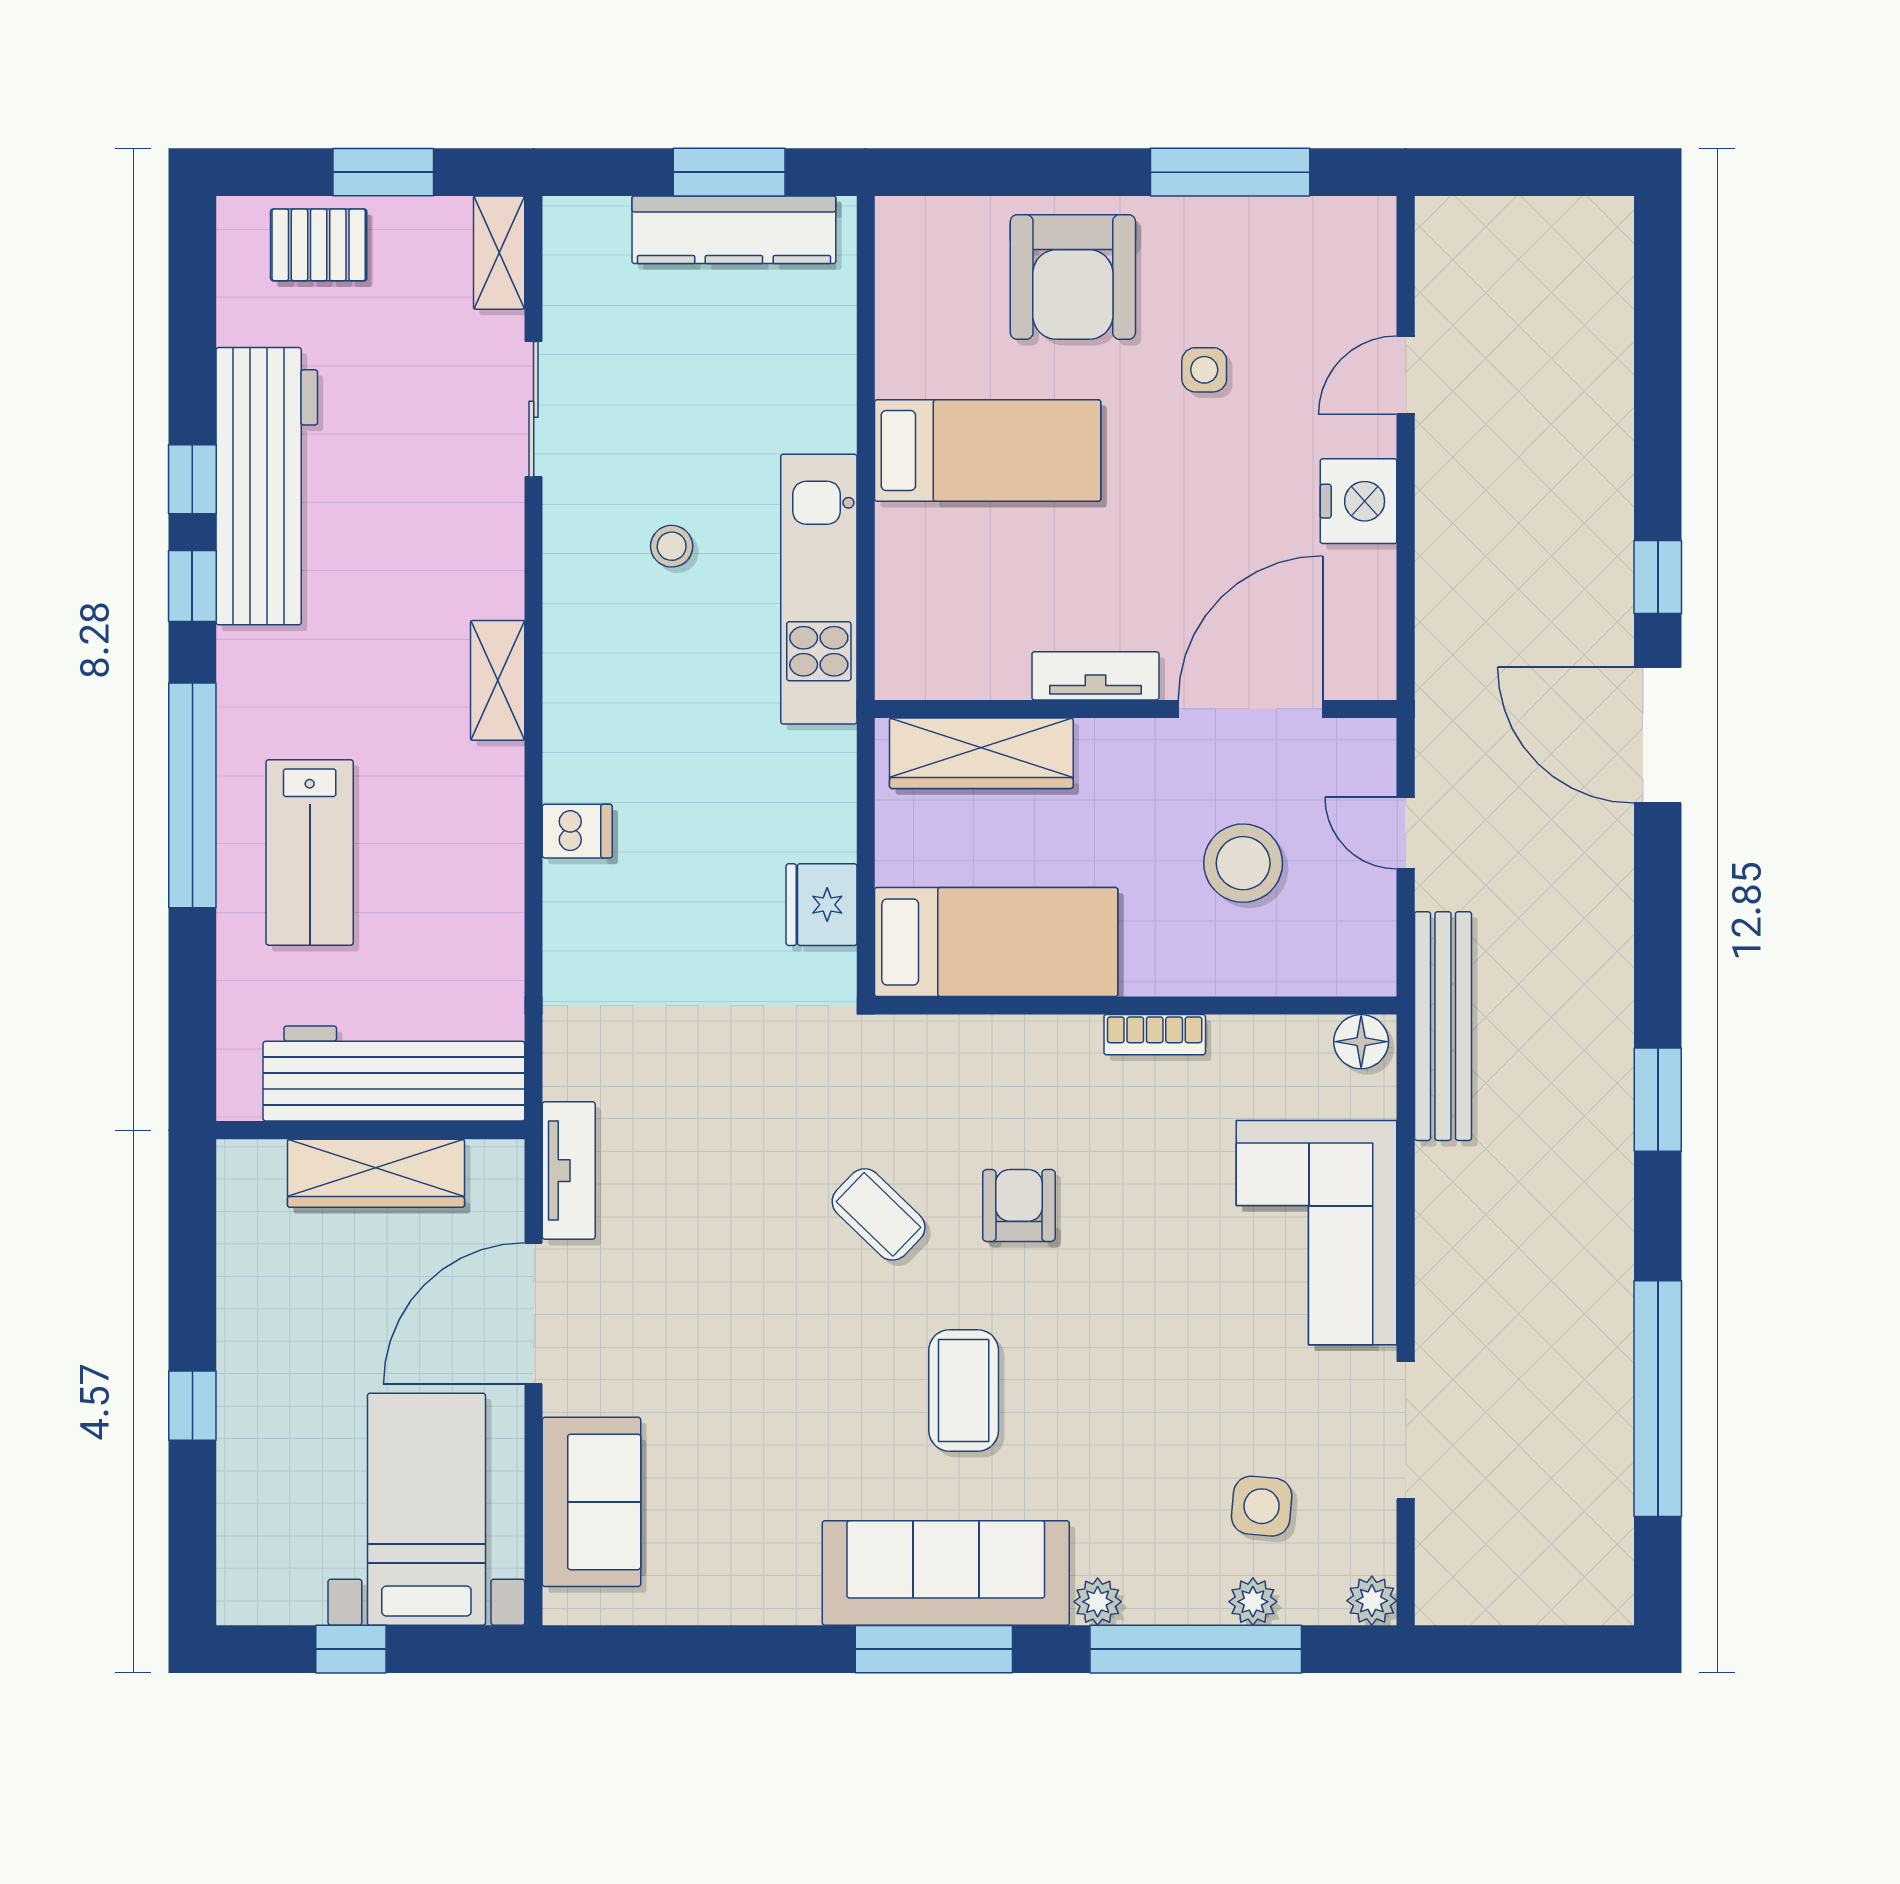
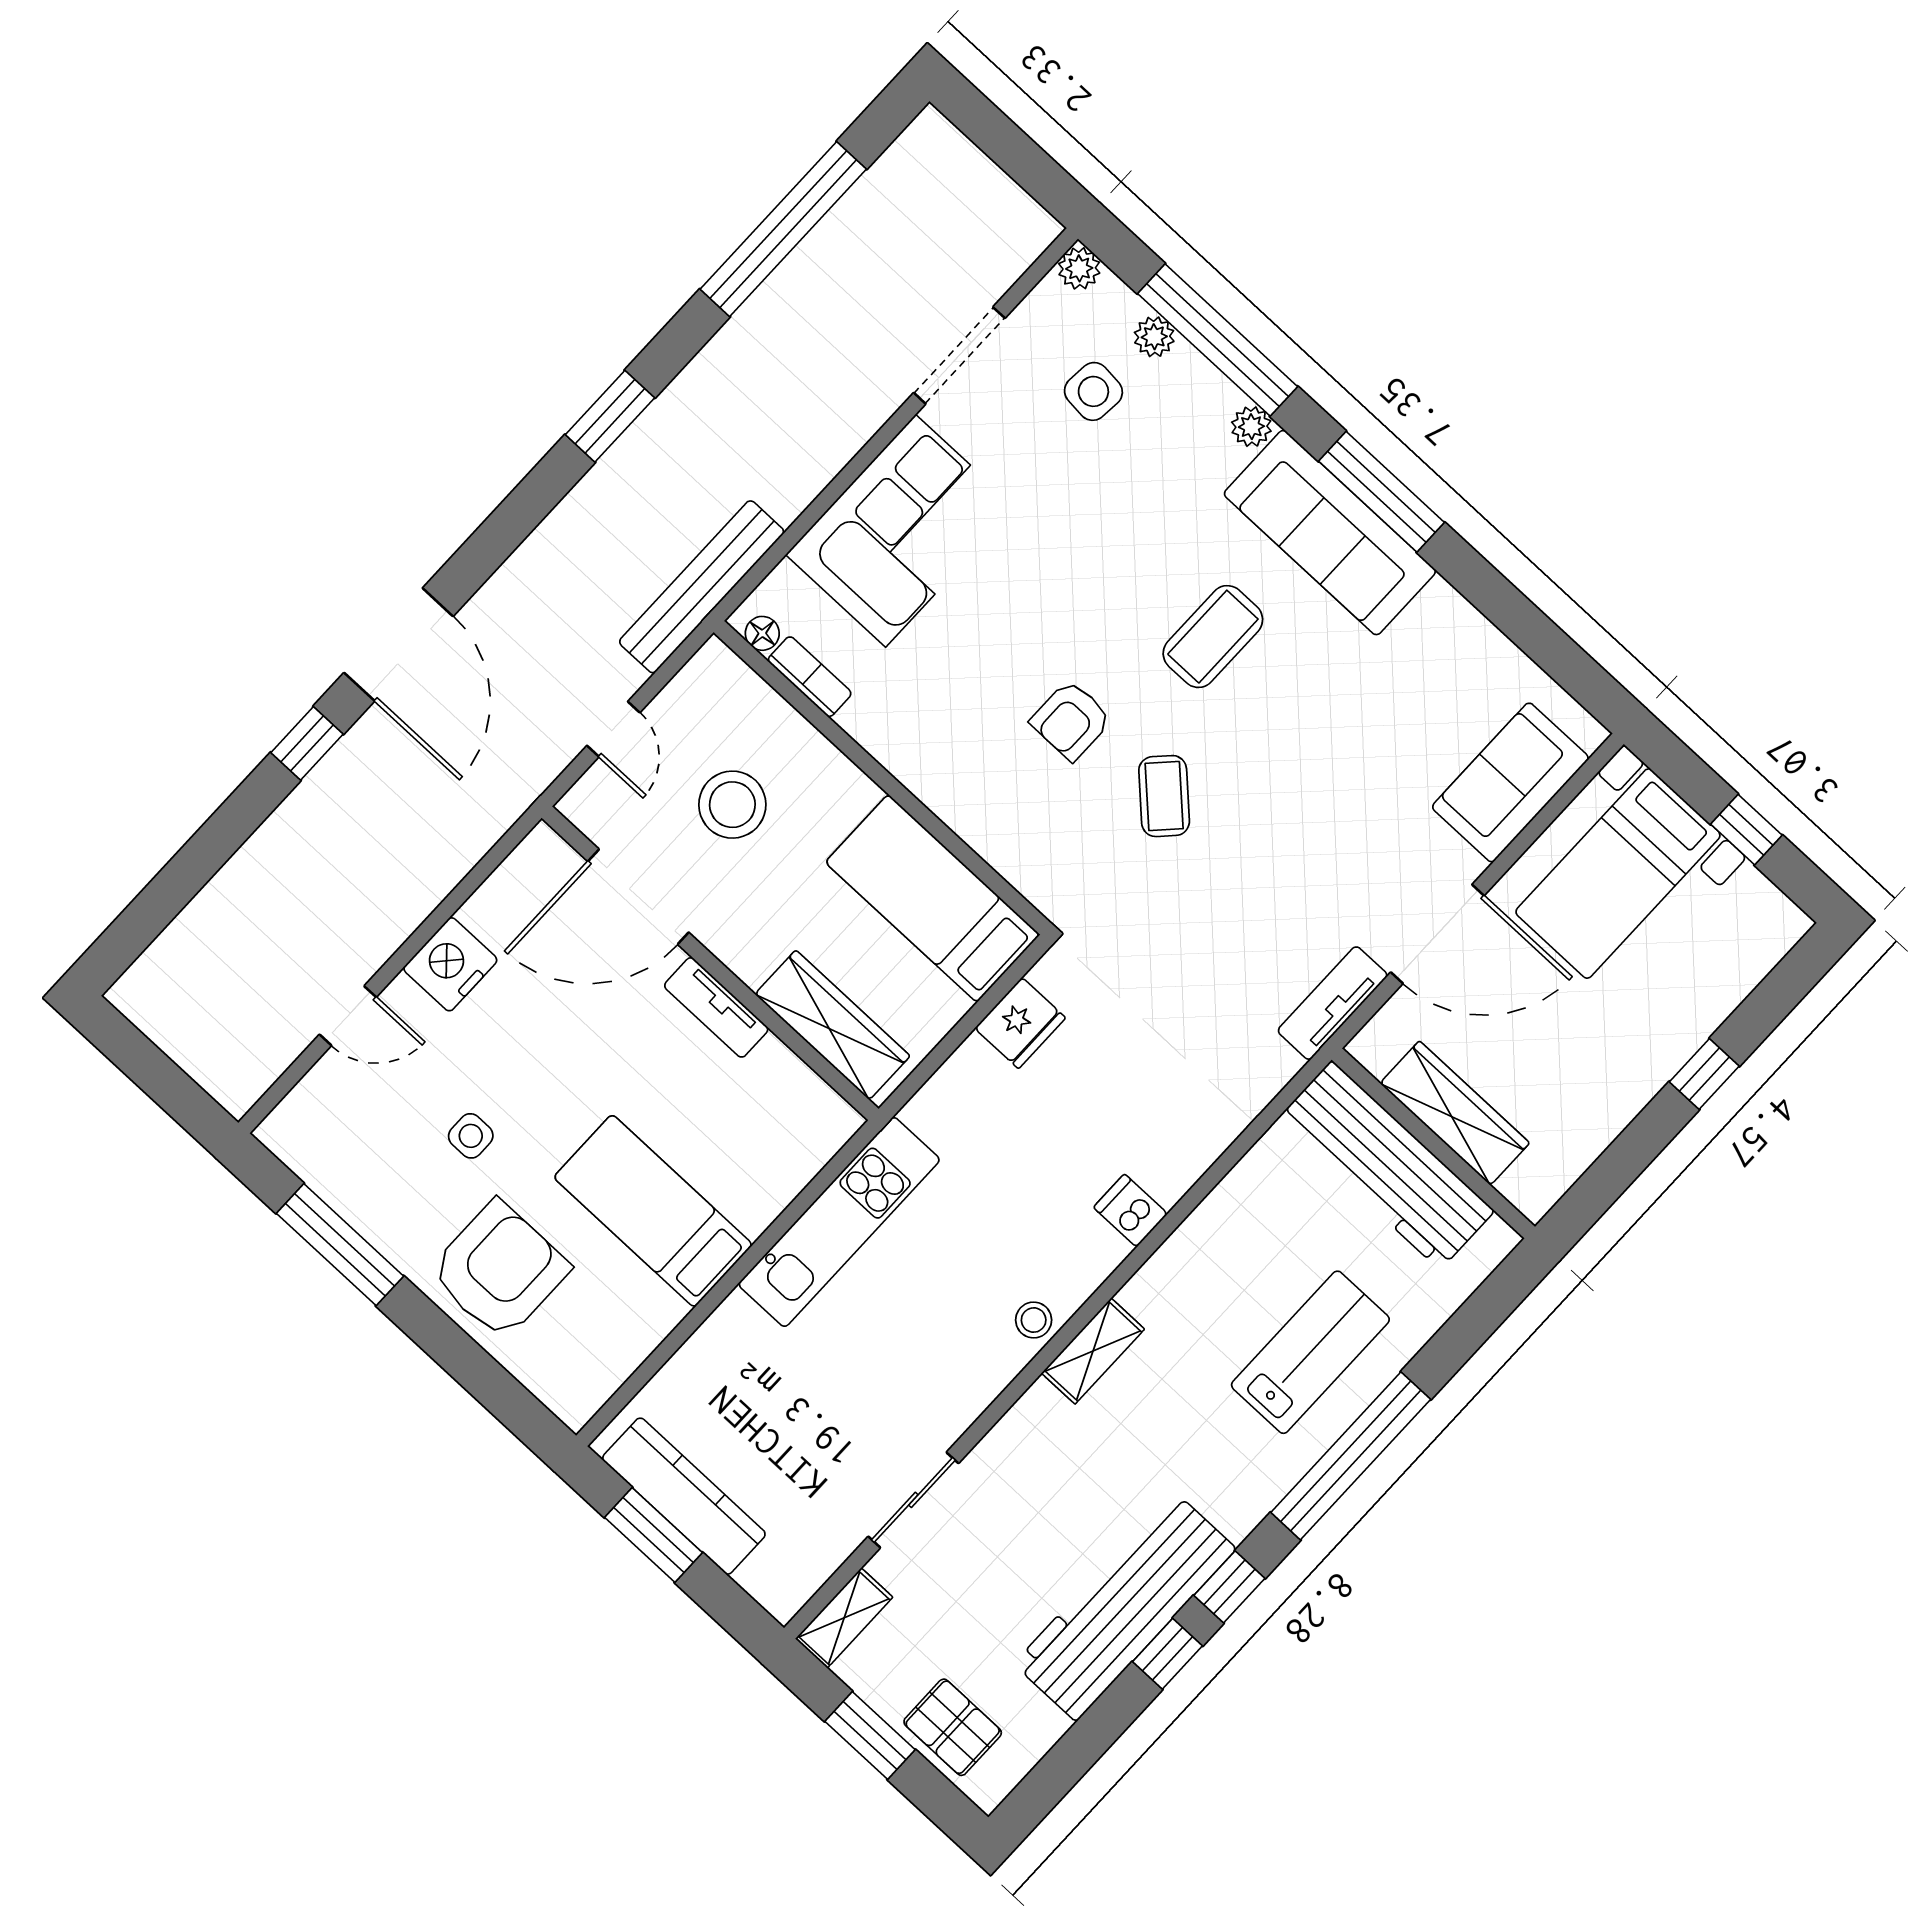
stool: (672, 546) -> (1034, 1320), moved
bookcase: (1155, 1035) -> (810, 677), moved
floor lamp: (1361, 1042) -> (762, 633), width x0.73, depth x0.73

